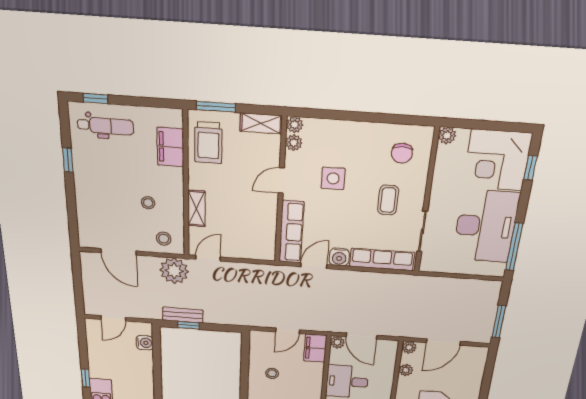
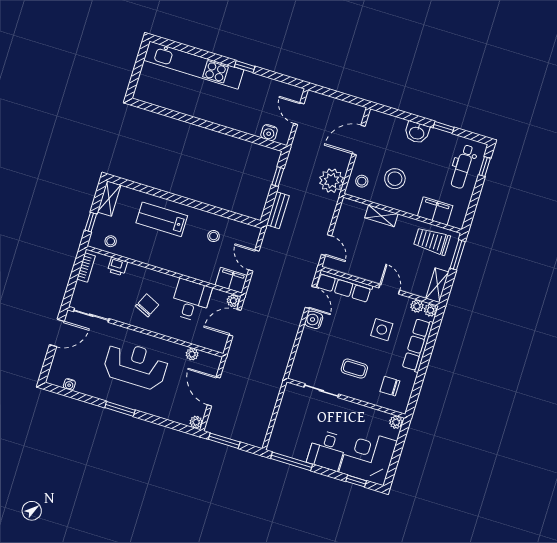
washbasin: (86, 190) -> (417, 133), added
stool: (148, 203) -> (395, 179), width x1.89, depth x1.89
desk: (486, 226) -> (327, 450), width x0.53, depth x0.77
door: (208, 258) -> (326, 245), moved
row of seats: (382, 259) -> (418, 345), moved, turned 180
bench: (183, 315) -> (278, 210), moved
plant: (409, 347) -> (196, 422), moved

